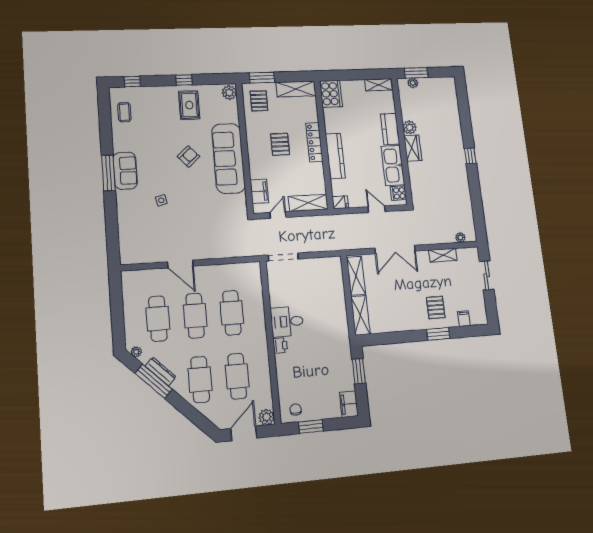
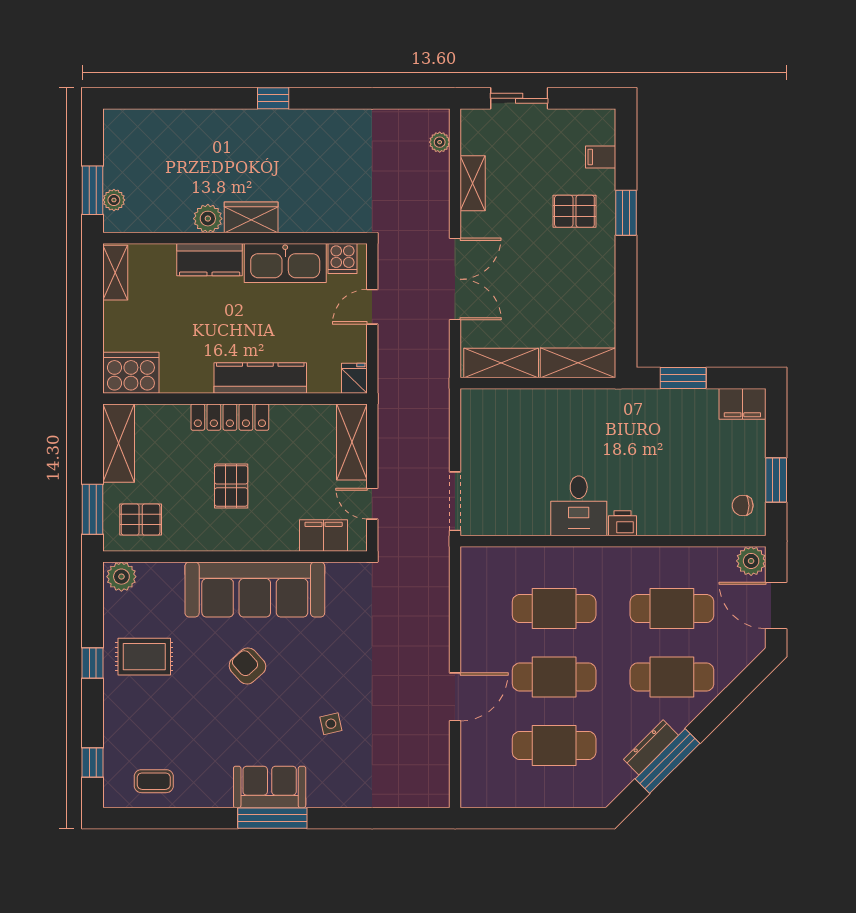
pallet: (280, 144) -> (231, 486), turned 90
plant: (136, 352) -> (611, 789), removed

